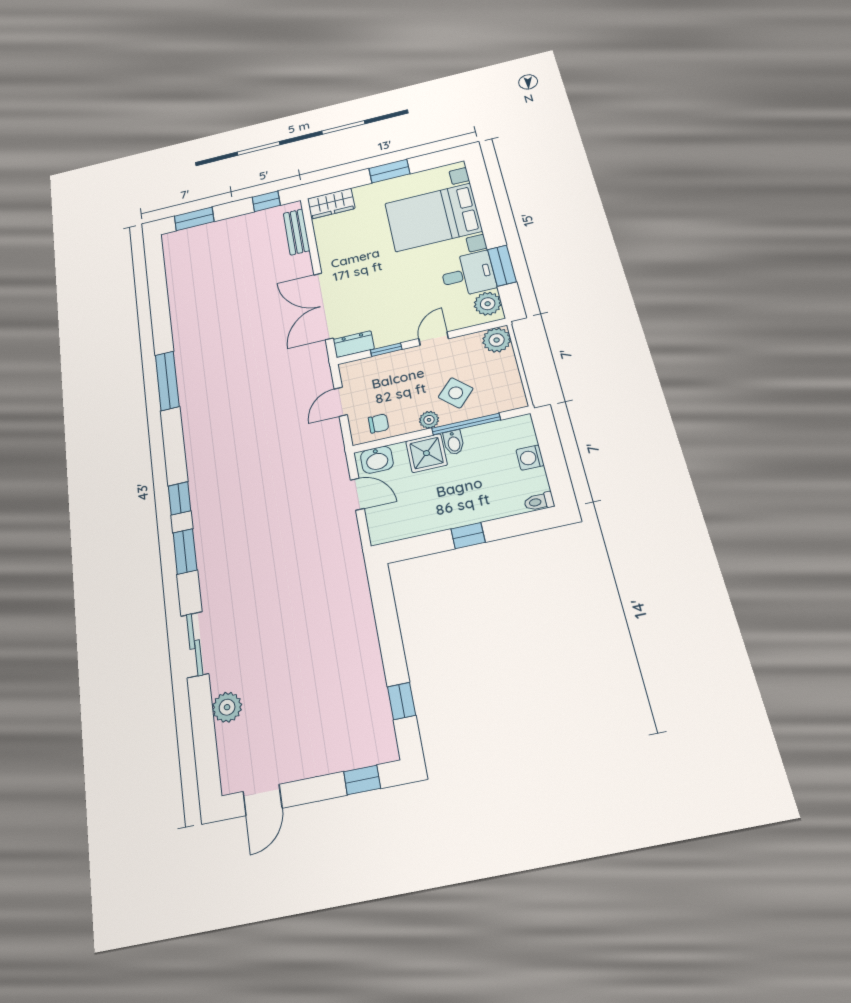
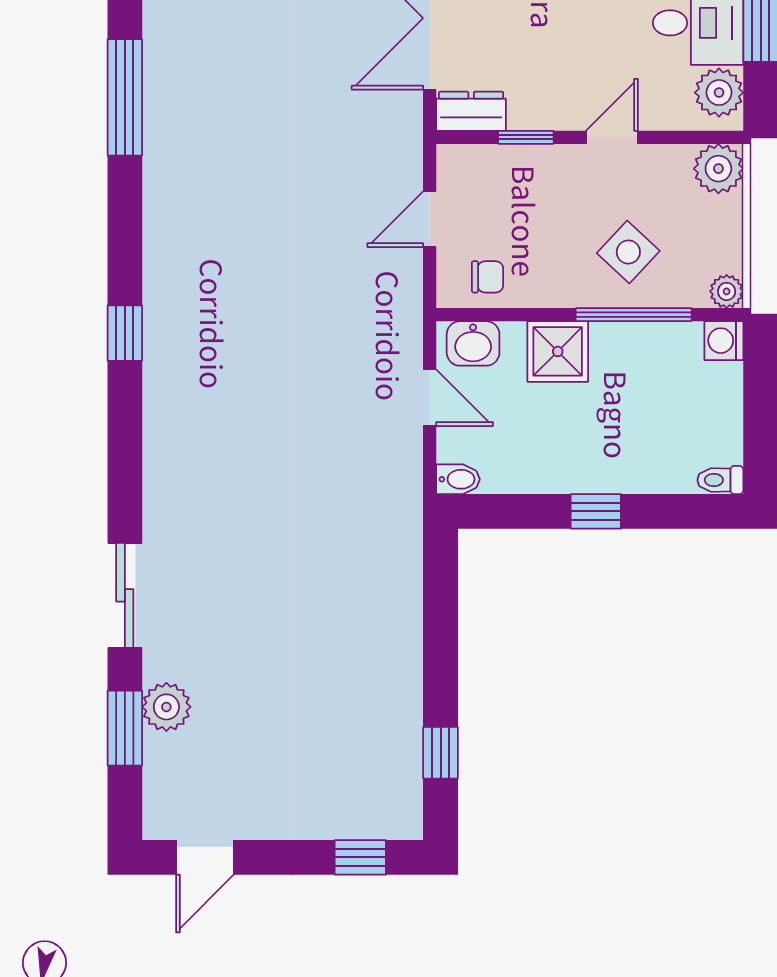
plant: (429, 420) -> (727, 291), moved
bidet: (454, 442) -> (458, 479), moved, turned -90
washing machine: (530, 458) -> (724, 341), moved
window: (185, 551) -> (125, 728), moved

